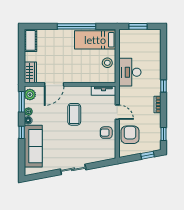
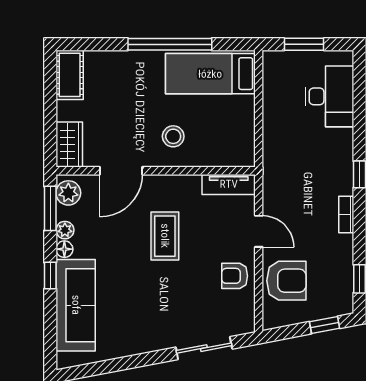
stool: (107, 63) -> (173, 136), moved
desk: (130, 72) -> (330, 96), moved, turned 180
armchair: (130, 135) -> (286, 281), turned 90
sliding door: (73, 169) -> (204, 348), moved

